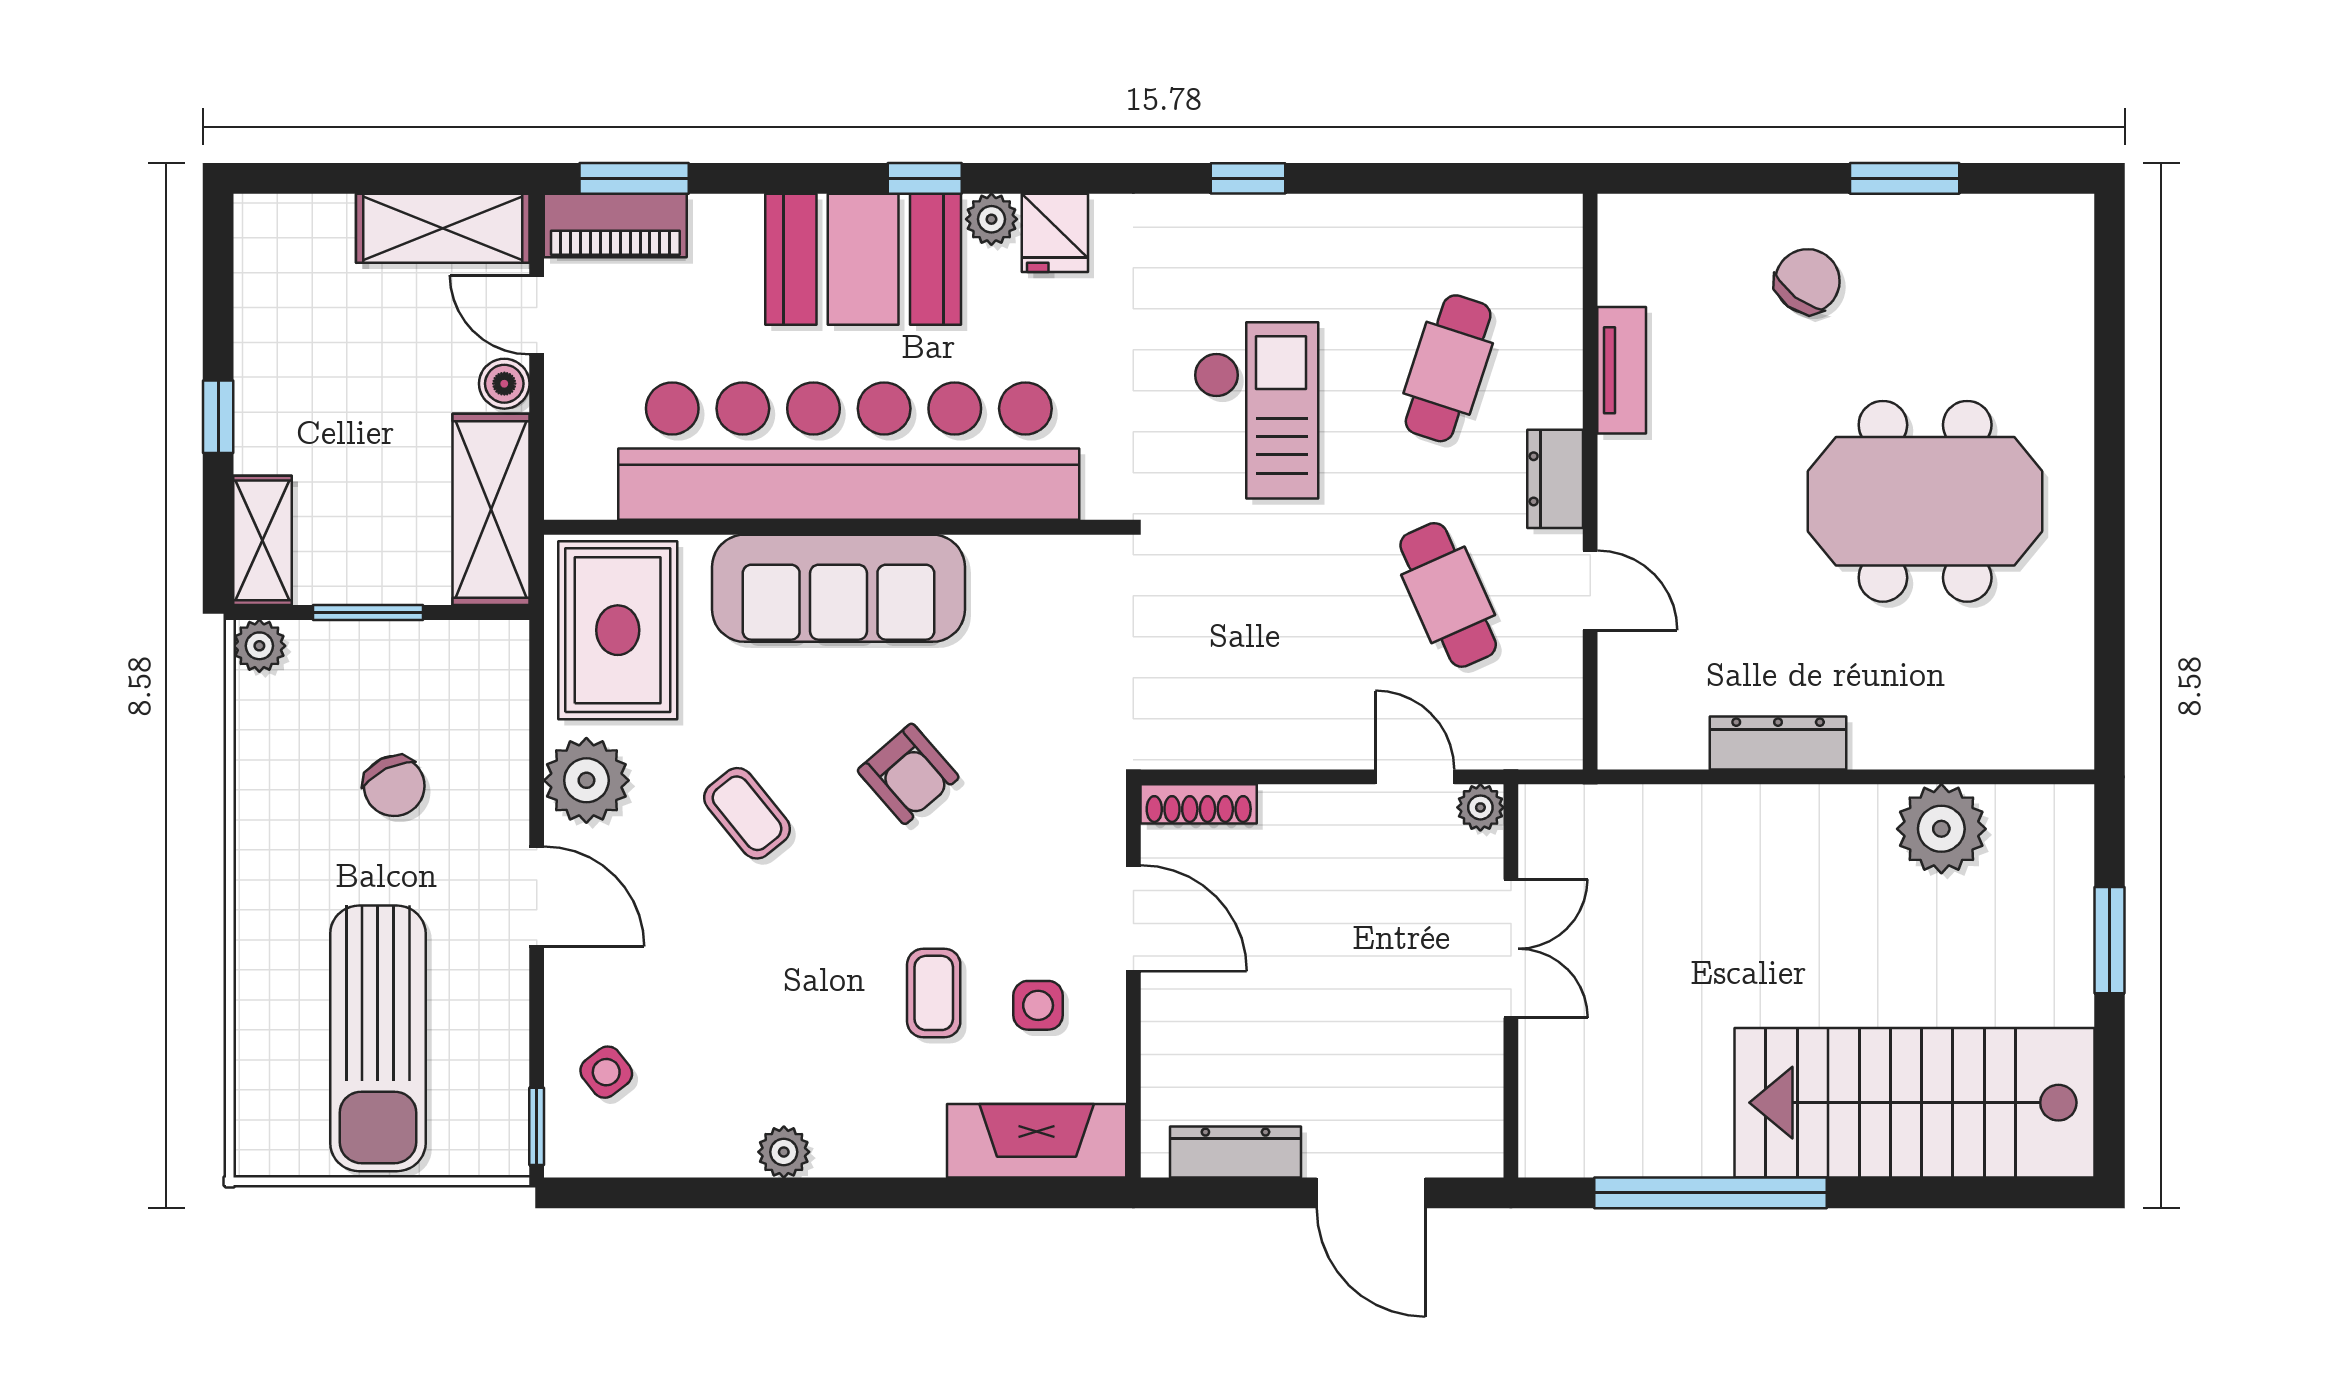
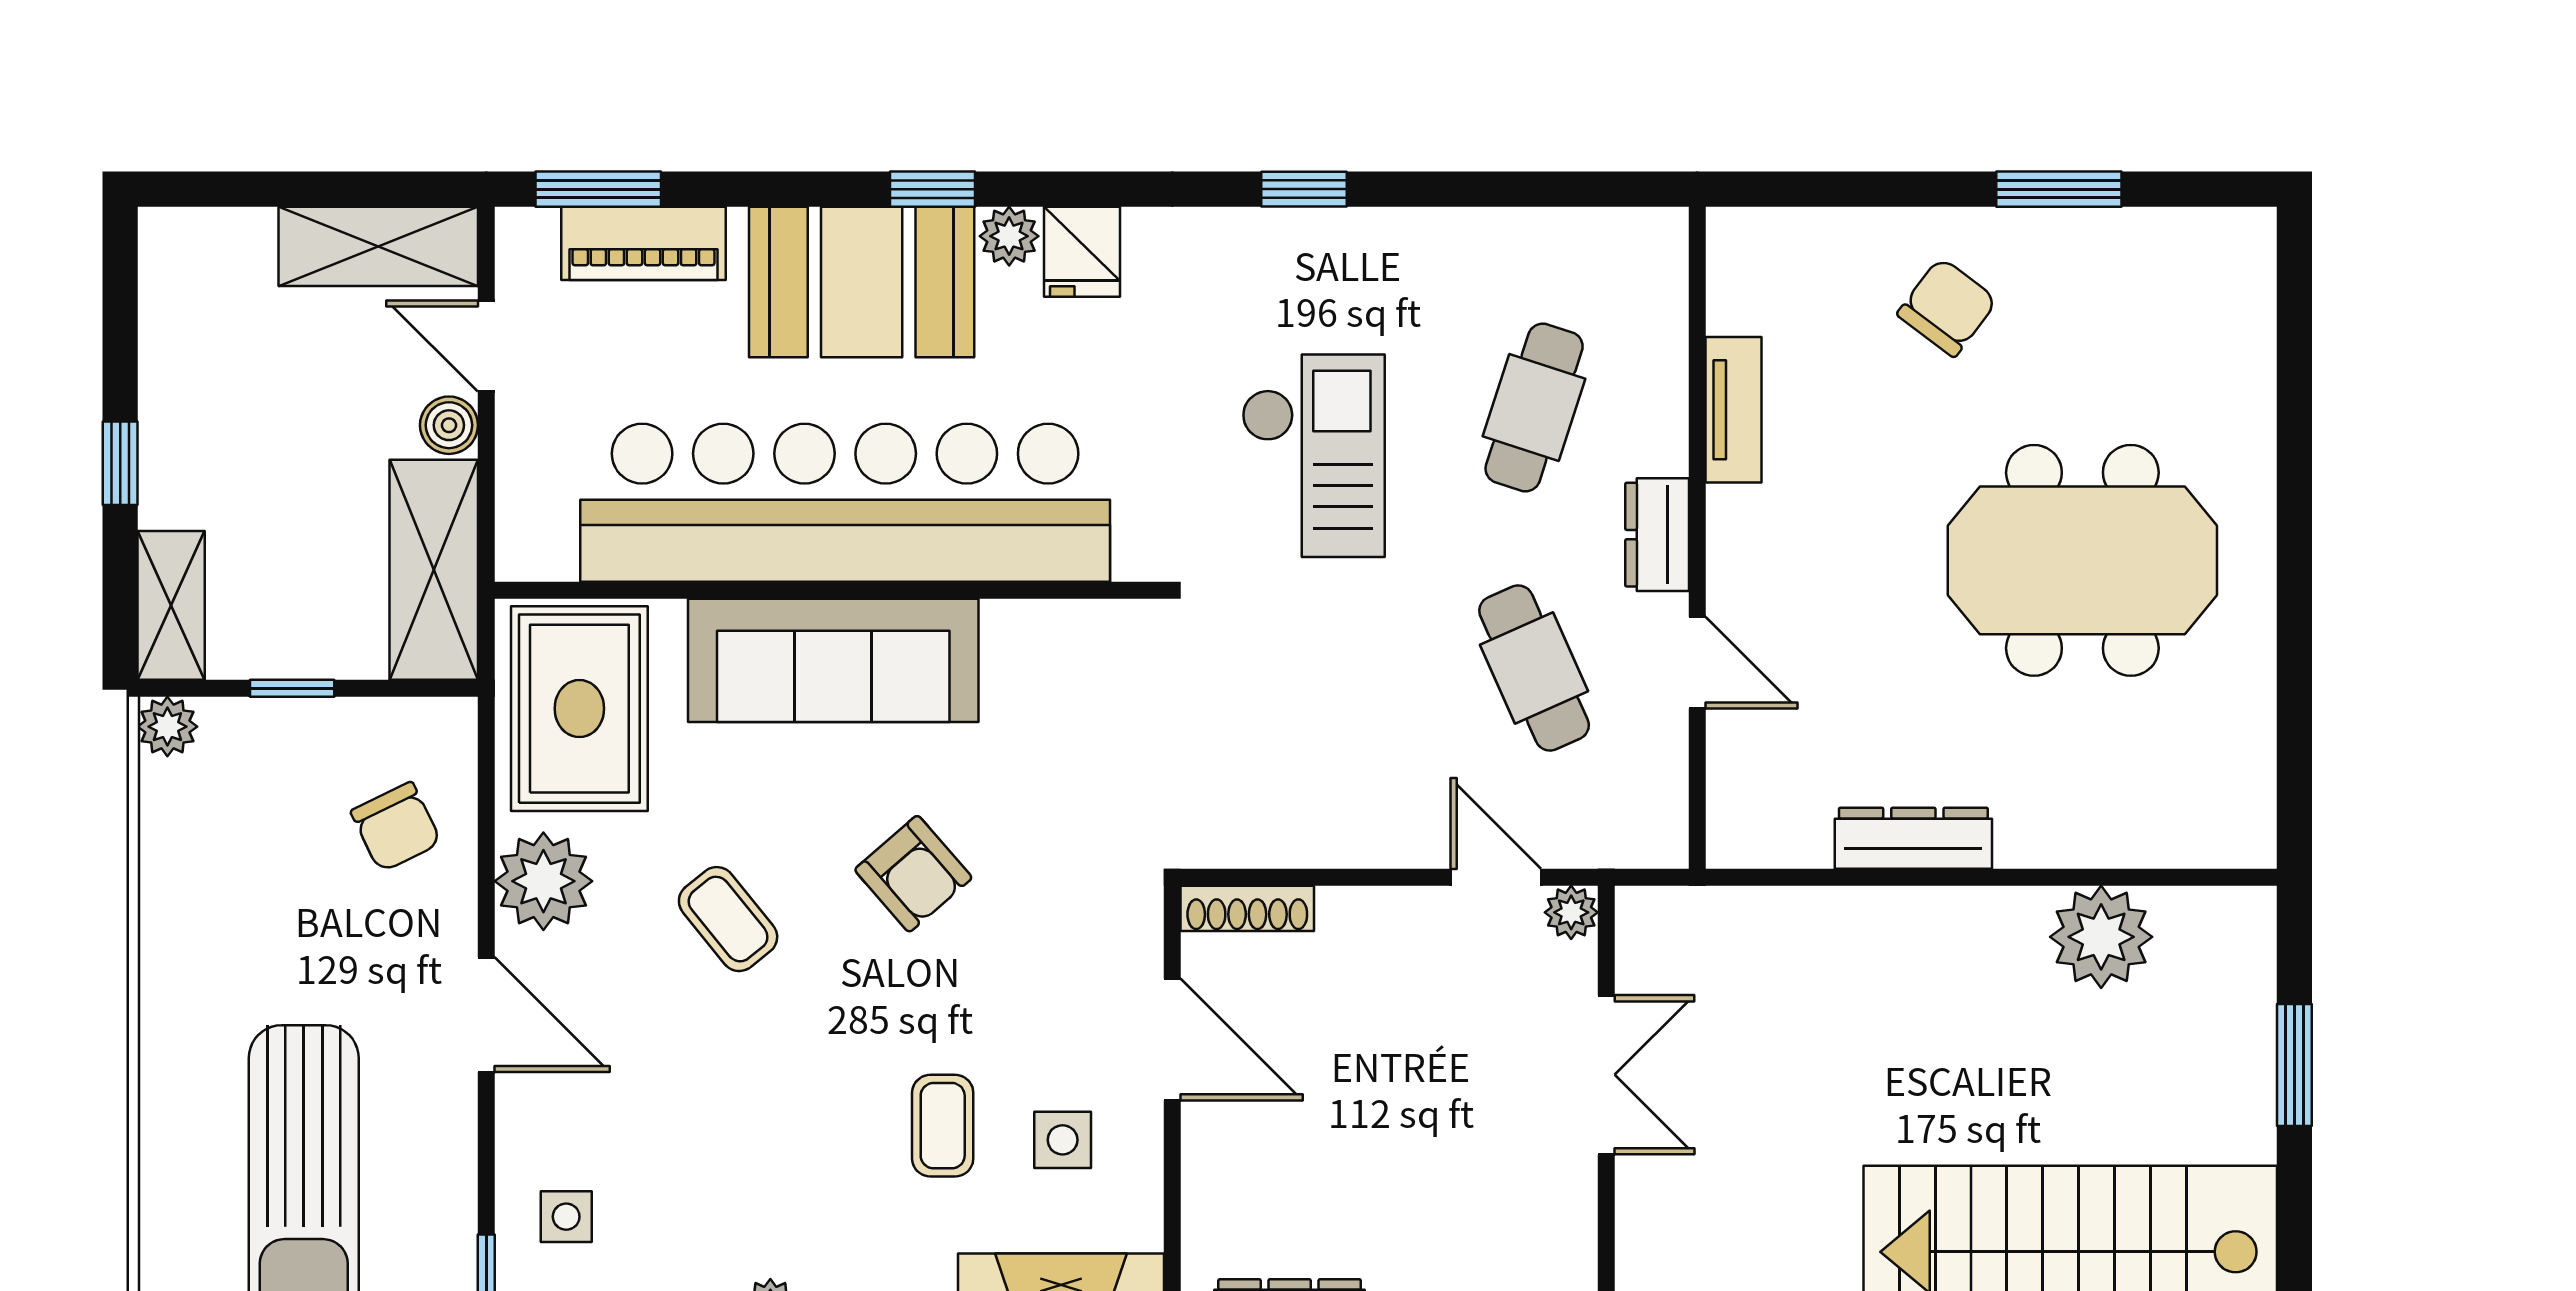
piano: (615, 225) -> (643, 243), moved
window: (368, 613) -> (292, 688), width x0.67
chair: (394, 786) -> (396, 827), moved
side table: (606, 1072) -> (566, 1217), turned 38

